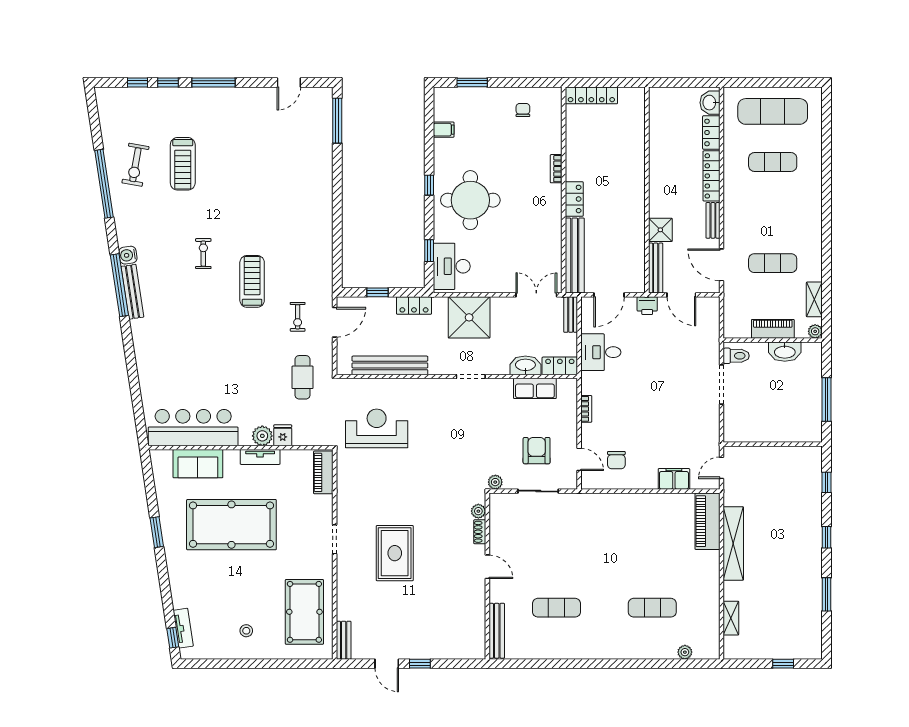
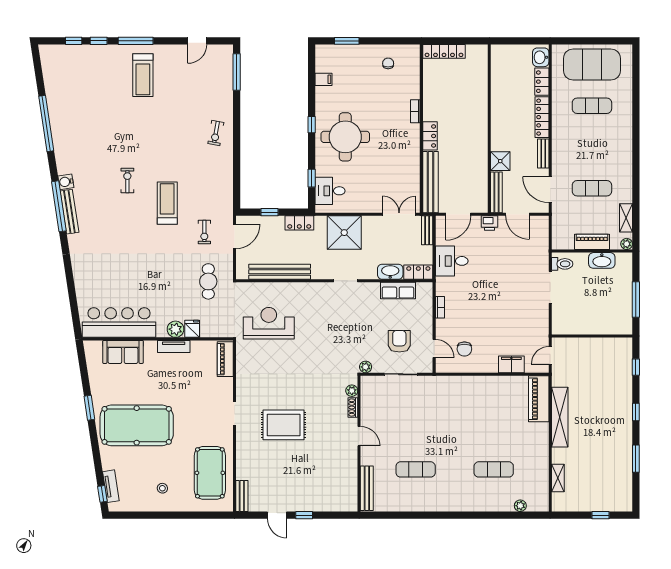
exercise mat: (773, 111) -> (592, 65), width x1.47
treadmill: (183, 164) -> (143, 75), moved
exercise bike: (135, 165) -> (216, 133), moved, width x0.73, depth x0.72
desk: (452, 266) -> (330, 191), width x0.73
pool table: (231, 525) -> (137, 425), moved
rug: (395, 553) -> (284, 425), turned 90

